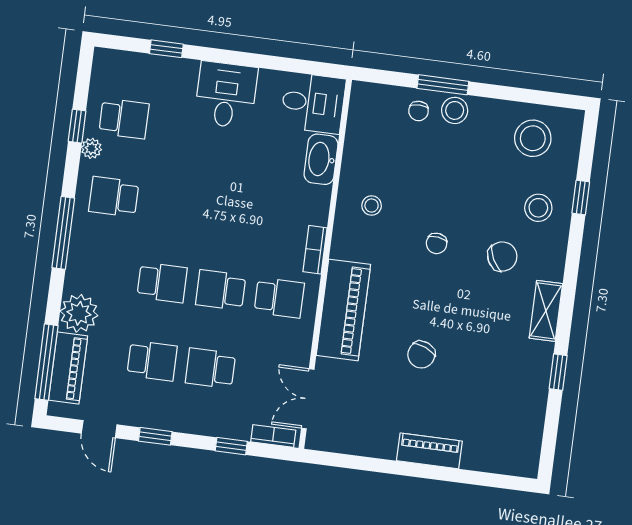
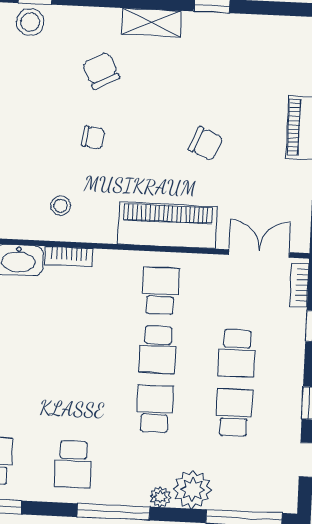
plant: (91, 148) -> (160, 497), moved
stool: (538, 208) -> (30, 22), moved
bookcase: (315, 250) -> (69, 257), moved
piano: (68, 368) -> (248, 496), removed
double door: (308, 399) -> (259, 254), swing flipped

